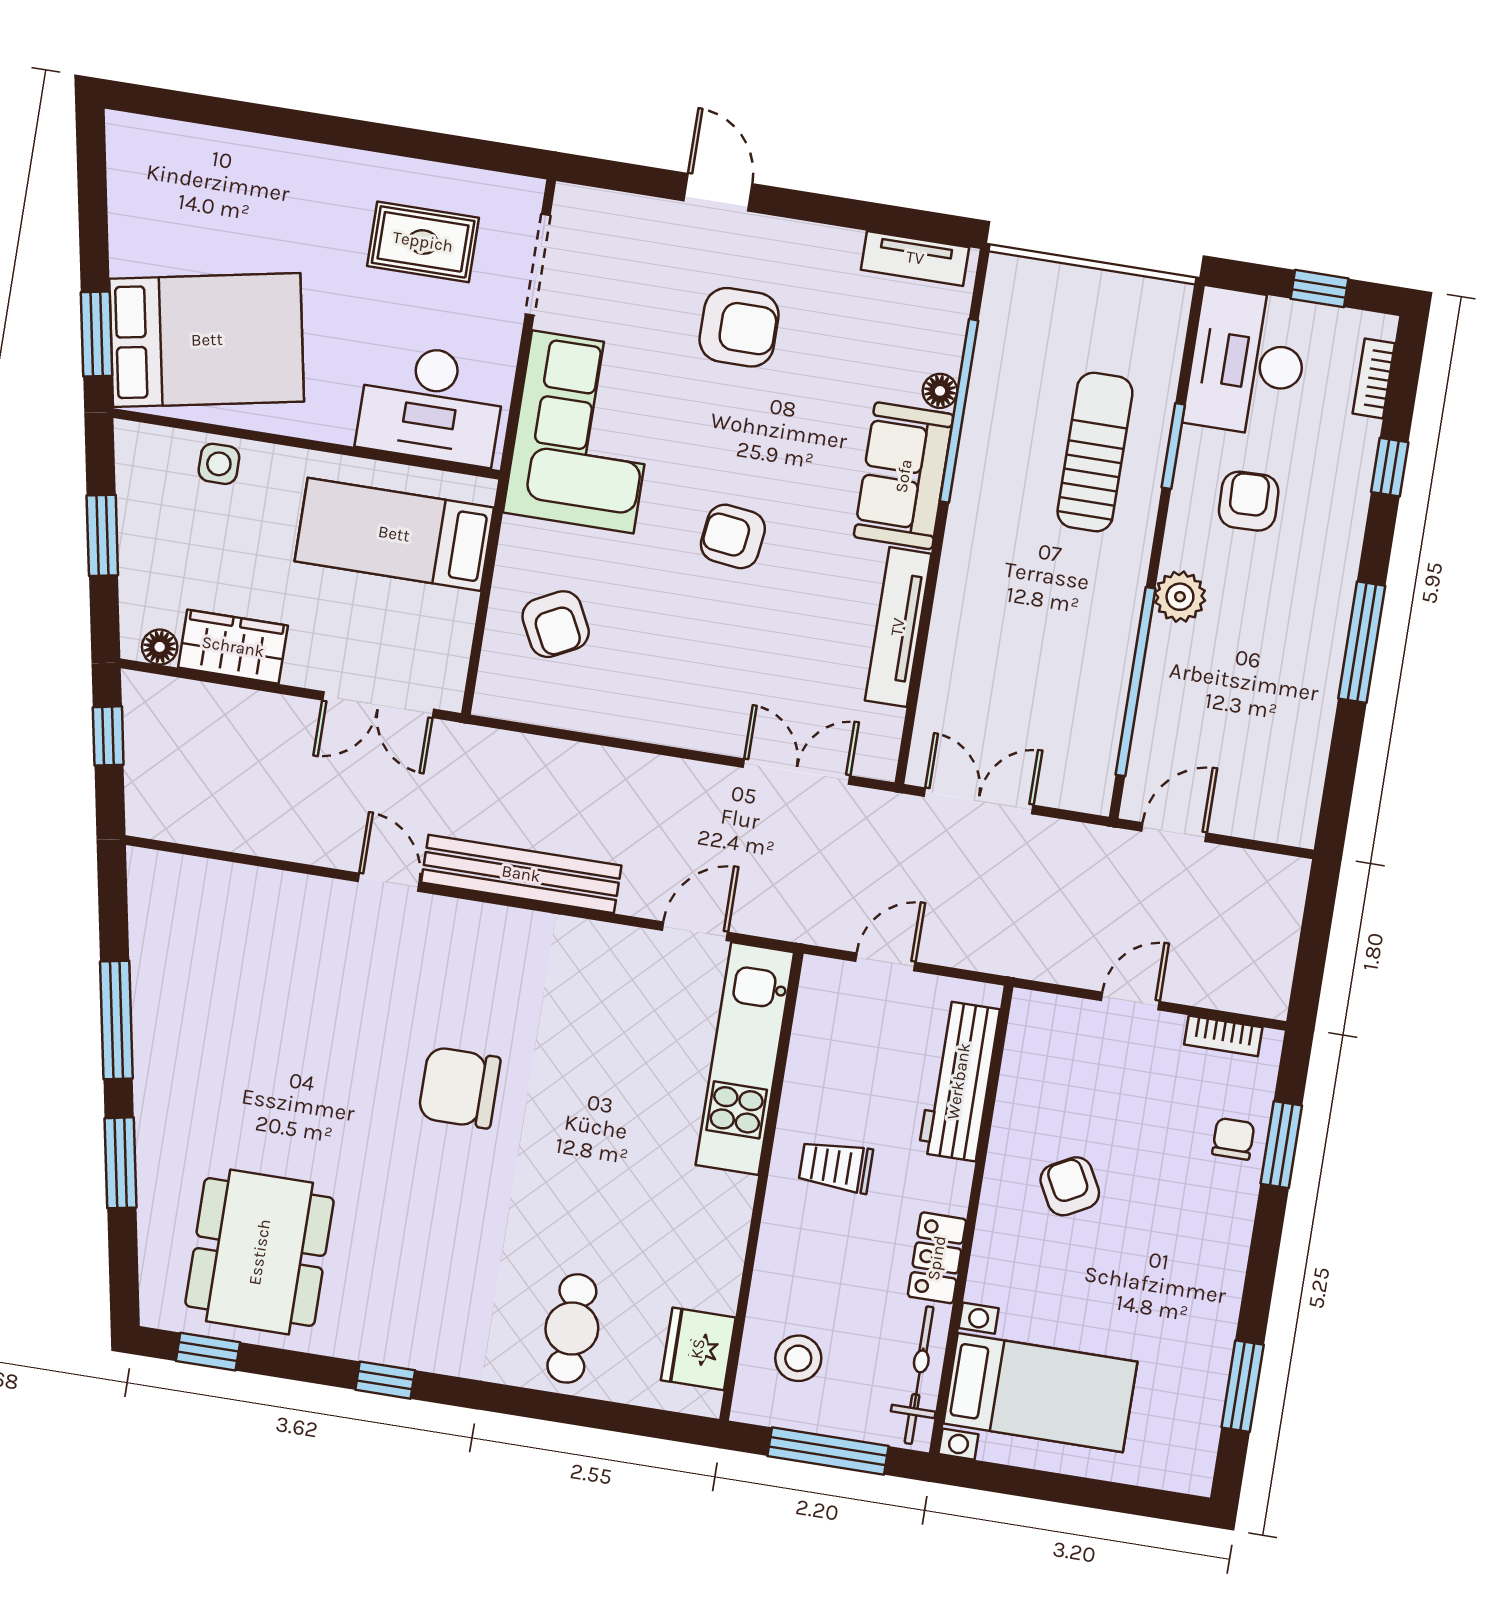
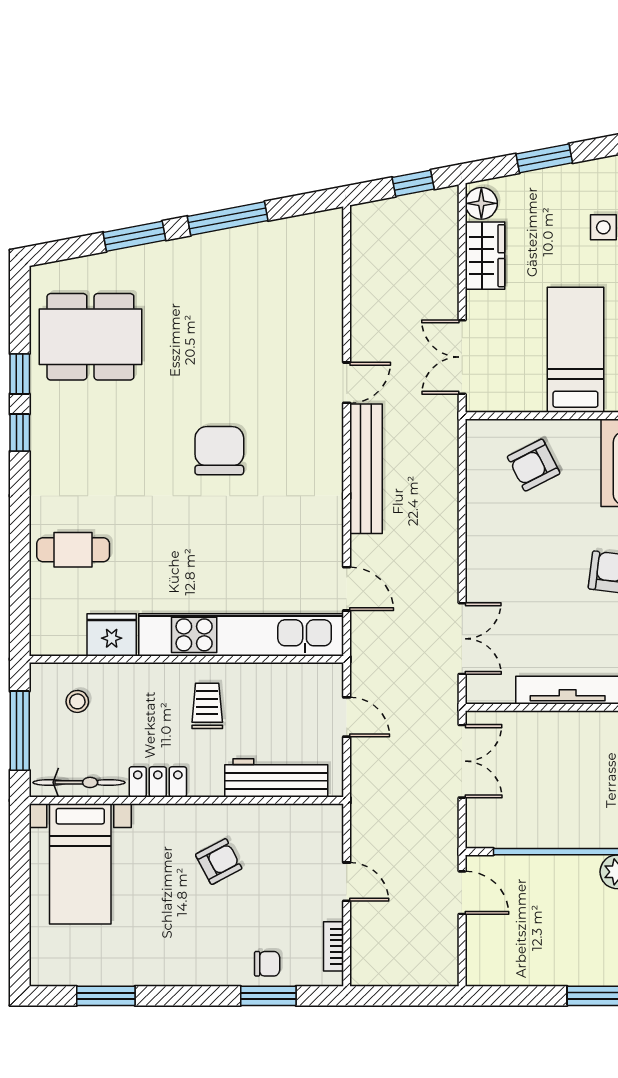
floor lamp: (160, 647) -> (481, 203), width x1.37, depth x1.37
kitchen unit: (745, 1059) -> (241, 635), width x1.36
fridge: (698, 1349) -> (112, 635), moved
window: (208, 1352) -> (20, 374), moved
stool: (798, 1358) -> (77, 701), width x0.73, depth x0.73

